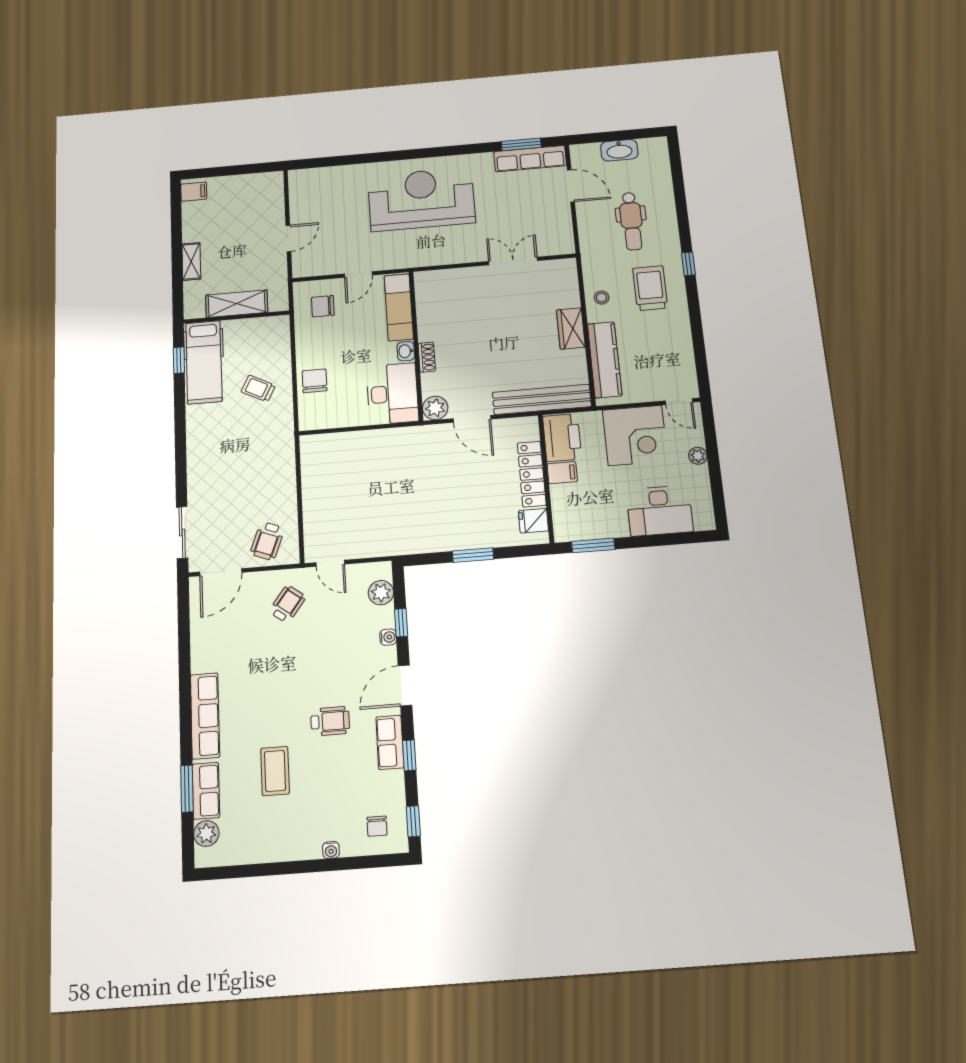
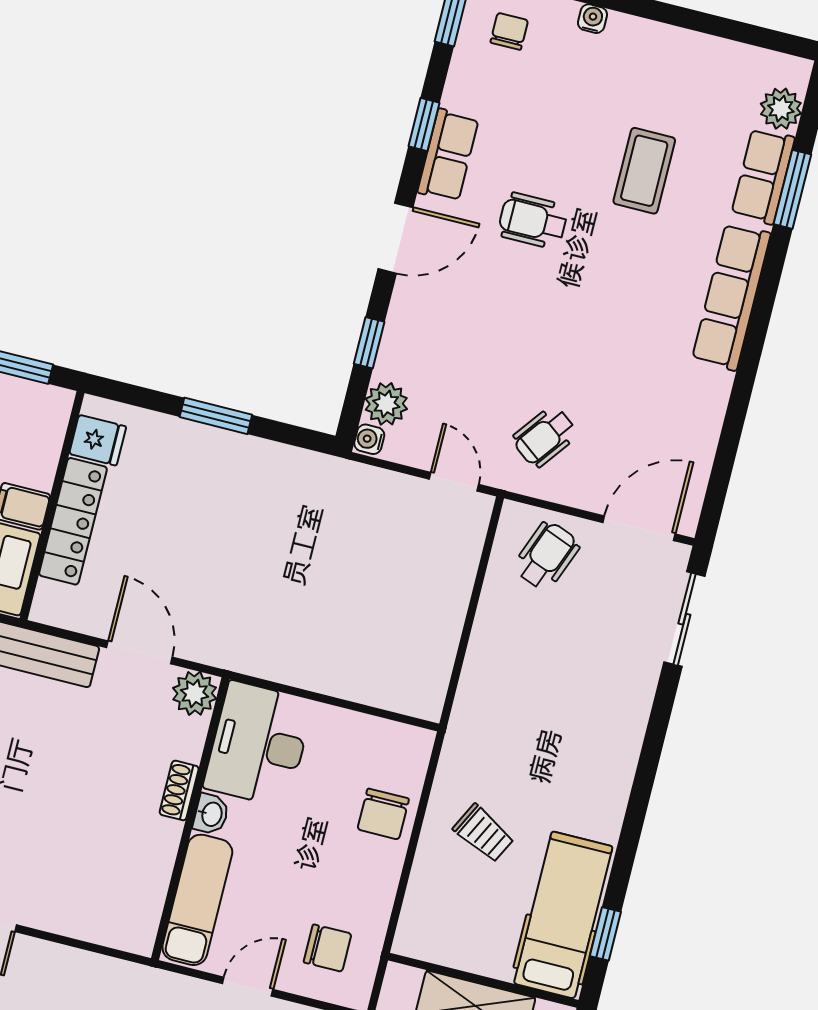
water cooler: (388, 637) -> (369, 439), moved

